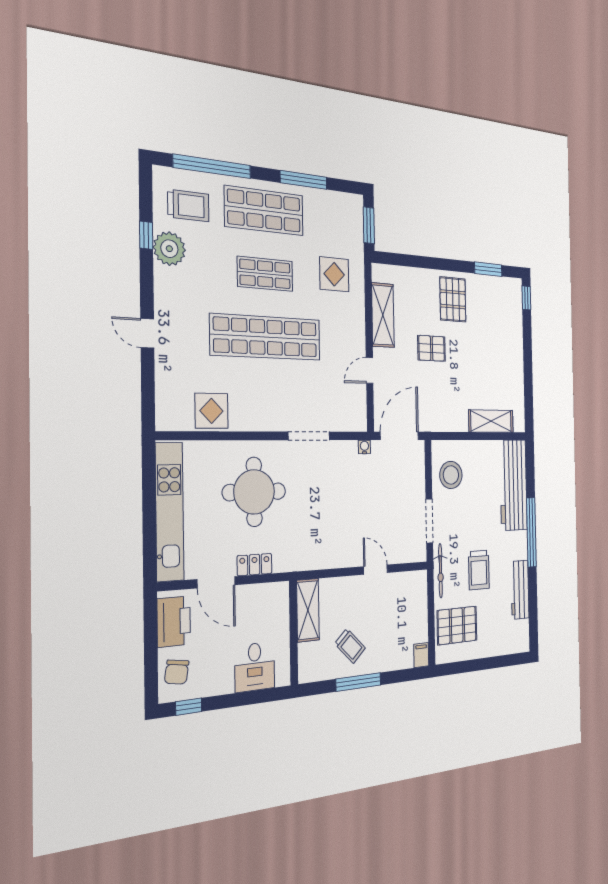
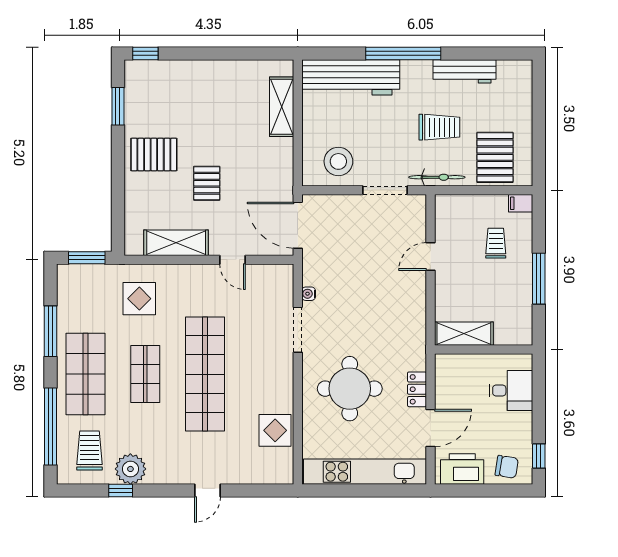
water cooler: (364, 447) -> (309, 294), moved
trolley: (350, 646) -> (496, 243), moved, turned -46

